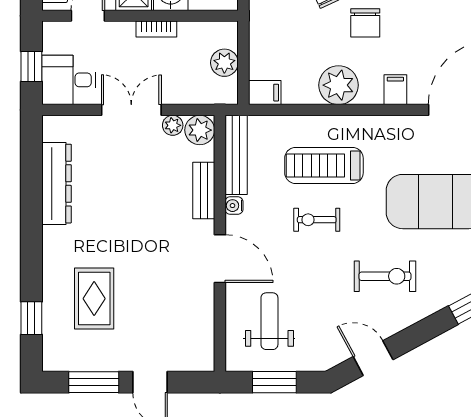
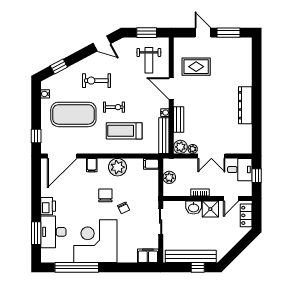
treadmill: (324, 165) -> (124, 131), turned 180
dresser: (57, 184) -> (245, 105), moved
exercise bike: (317, 220) -> (114, 107), moved
rug: (94, 299) -> (196, 67), moved, turned 90
window: (31, 318) -> (257, 62), removed

